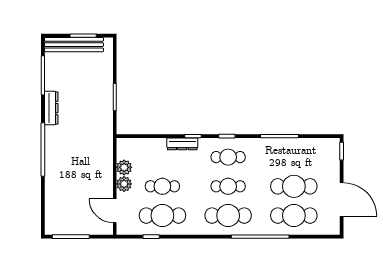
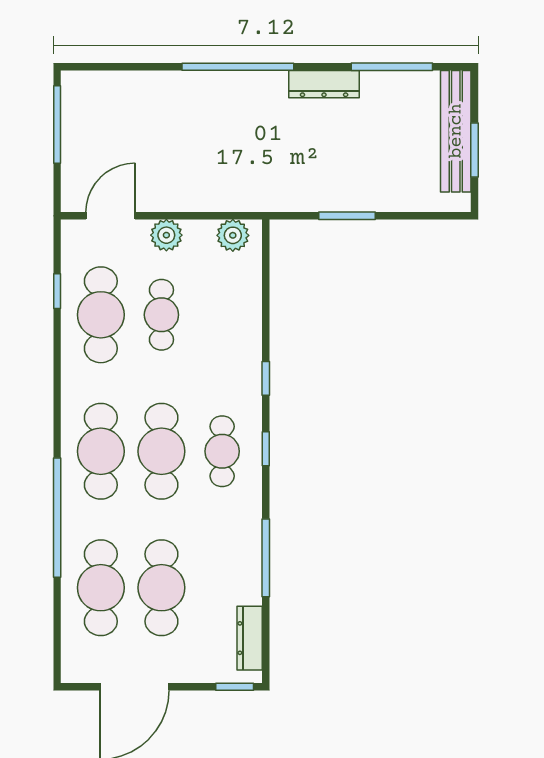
dresser: (182, 144) -> (250, 638), moved
plant: (124, 167) -> (233, 235), moved
cafe table: (228, 186) -> (161, 451), width x1.37, depth x1.35

